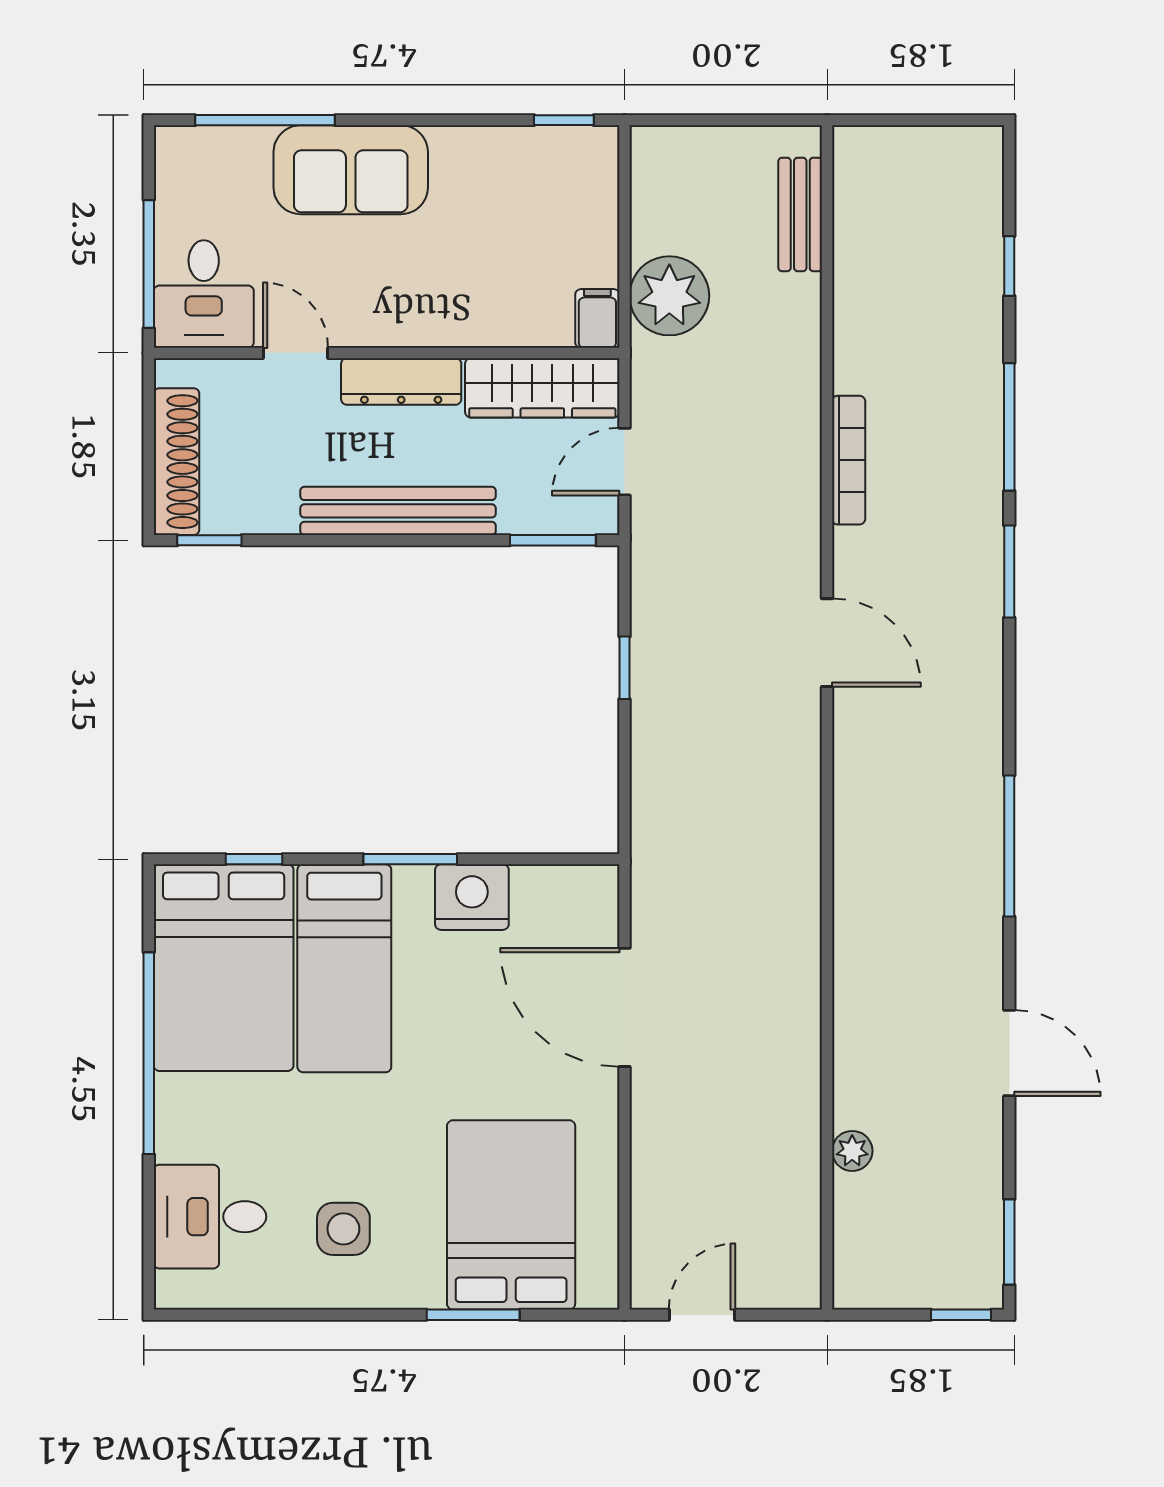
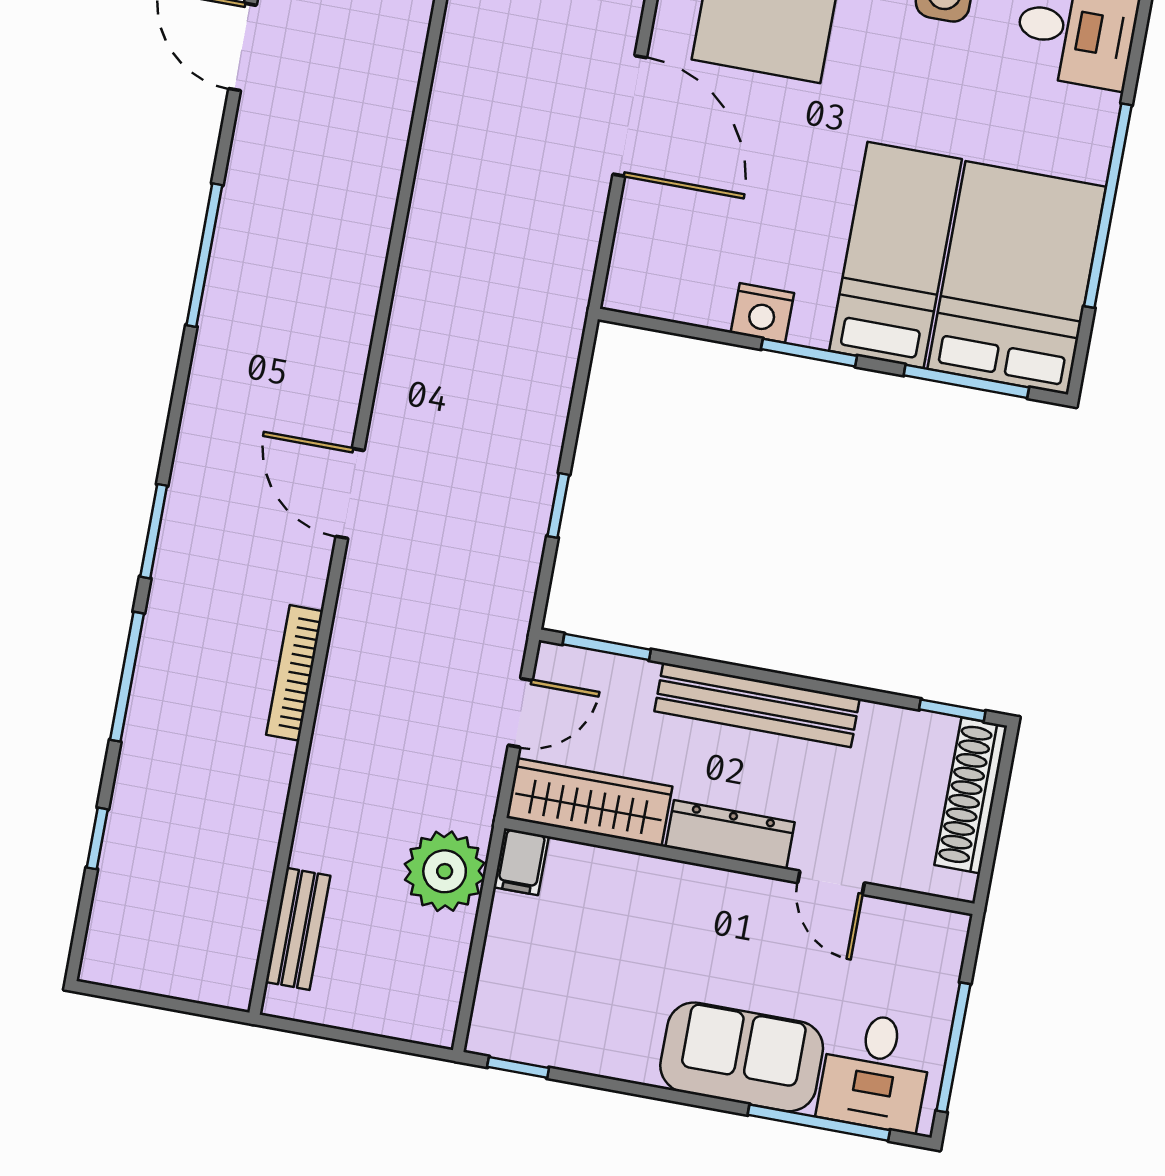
window: (149, 264) -> (953, 1047), moved
desk: (204, 294) -> (875, 1072), moved, turned 180
window: (254, 859) -> (966, 381), width x2.17
nightstand: (472, 897) -> (762, 313), width x0.74, depth x0.75
door: (625, 1007) -> (630, 116), moved

